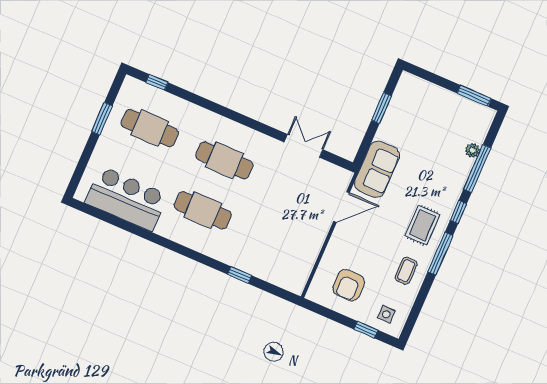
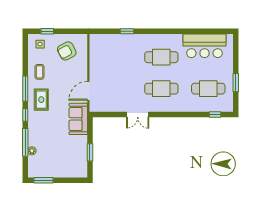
double door: (304, 146) -> (138, 114), moved
armchair: (349, 285) -> (67, 51), turned -118

